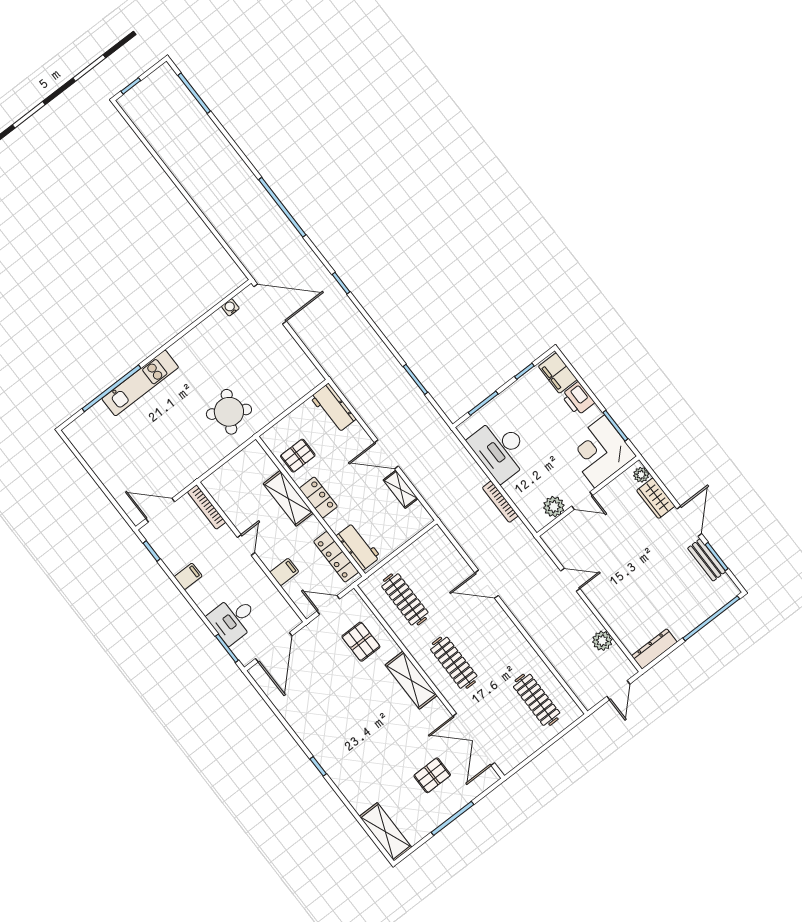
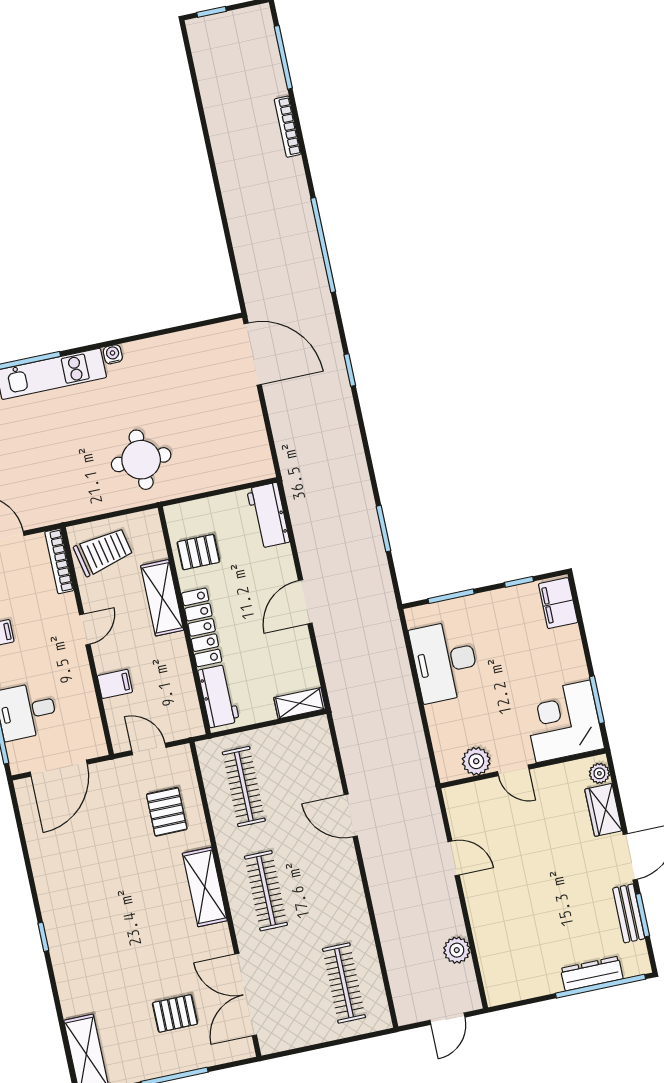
water cooler: (230, 307) -> (113, 354), moved
printer: (578, 399) -> (567, 645), removed
round table: (229, 412) -> (141, 460), turned -30
door: (386, 454) -> (305, 602), hinge flipped
trolley: (233, 486) -> (103, 552), added
shelving: (401, 489) -> (300, 703), moved, turned 90
locker: (318, 498) -> (202, 627), width x1.53
bookcase: (500, 502) -> (288, 127), moved
locker: (336, 557) -> (186, 695), removed
dresser: (654, 649) -> (592, 974), moved

